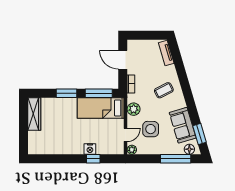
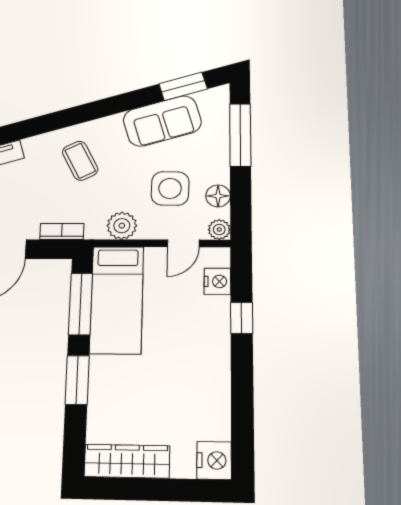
door: (126, 135) -> (183, 243), swing flipped
nightstand: (35, 148) -> (214, 460), added
nightstand: (90, 149) -> (217, 281), moved
floor lamp: (189, 149) -> (218, 196), moved

